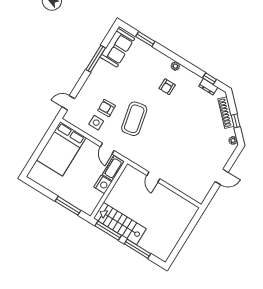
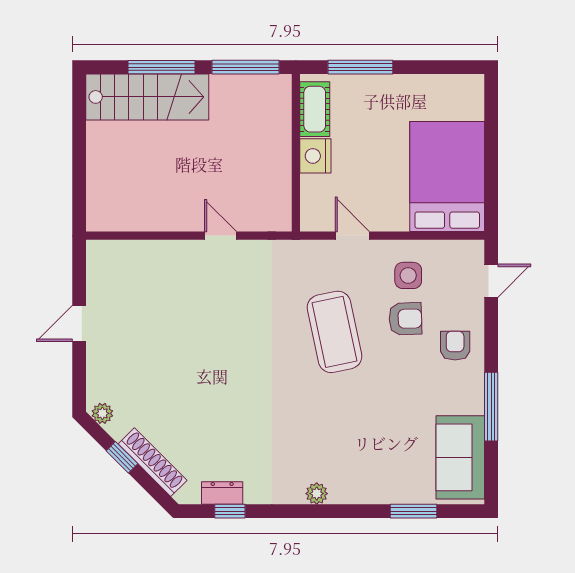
armchair: (167, 87) -> (455, 346), moved
cot: (113, 168) -> (315, 109), moved
stairs: (120, 223) -> (147, 97), moved

